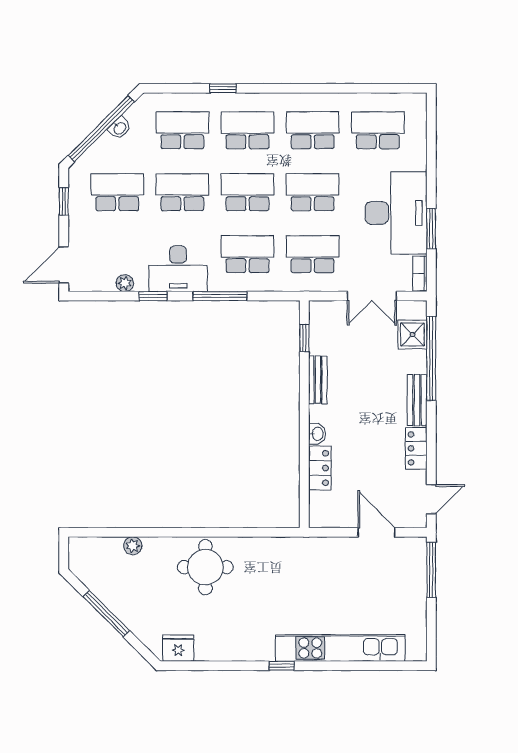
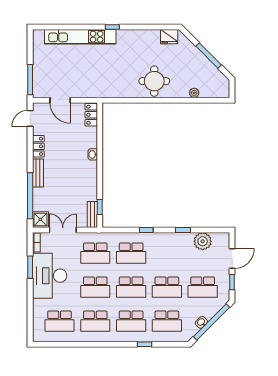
door: (64, 265) -> (232, 259), moved
desk: (178, 269) -> (169, 245), removed
plant: (125, 283) -> (203, 241), width x1.88, depth x1.88
window: (220, 296) -> (146, 230), width x0.46
shower: (412, 335) -> (40, 219), moved
bench: (318, 380) -> (92, 214), moved
locker: (320, 468) -> (91, 115), moved

